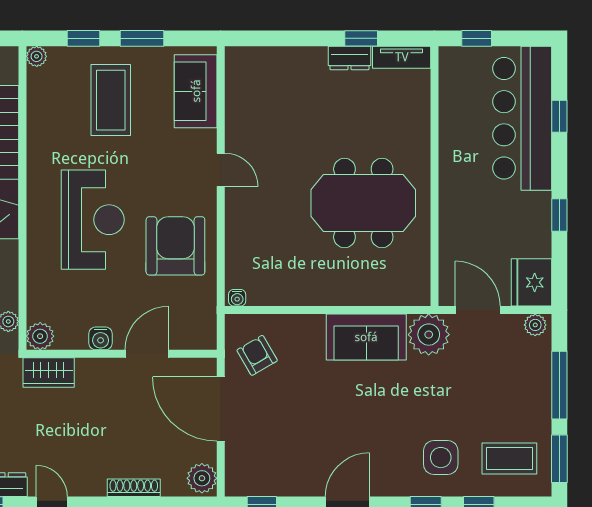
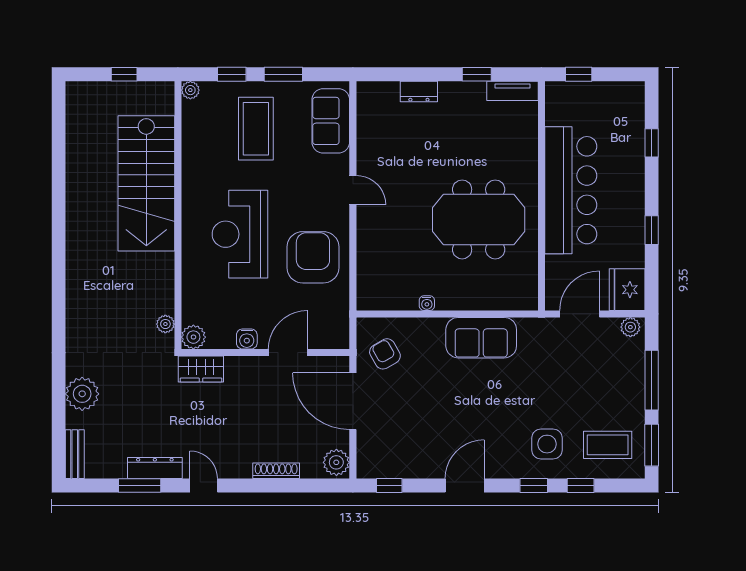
dresser: (349, 58) -> (419, 92), moved
bar counter: (522, 118) -> (571, 190), moved, turned 180
reception desk: (93, 220) -> (240, 234), turned 180
water cooler: (237, 298) -> (427, 303), moved
door: (478, 310) -> (580, 314), hinge flipped
plant: (429, 335) -> (536, 336), removed

